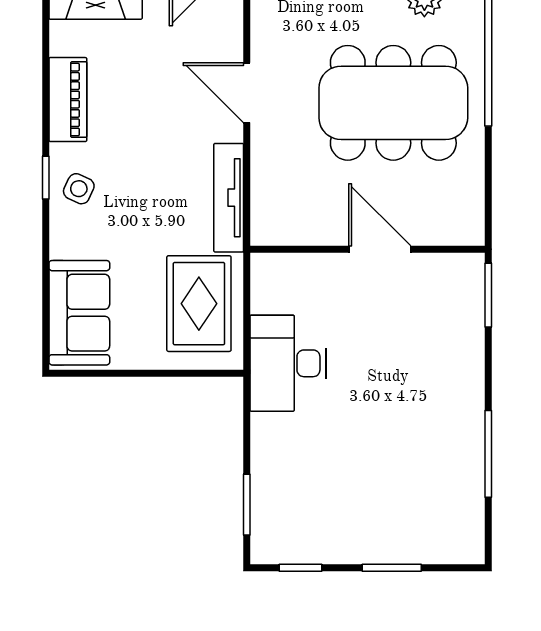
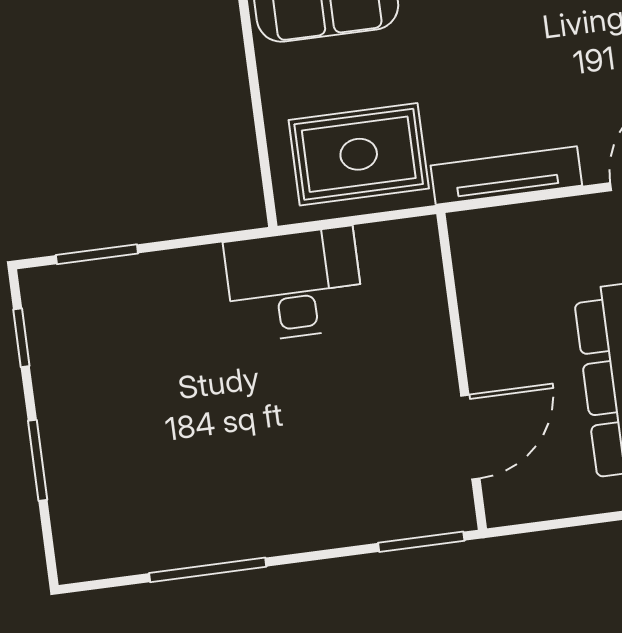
door: (380, 249) -> (470, 437), moved

